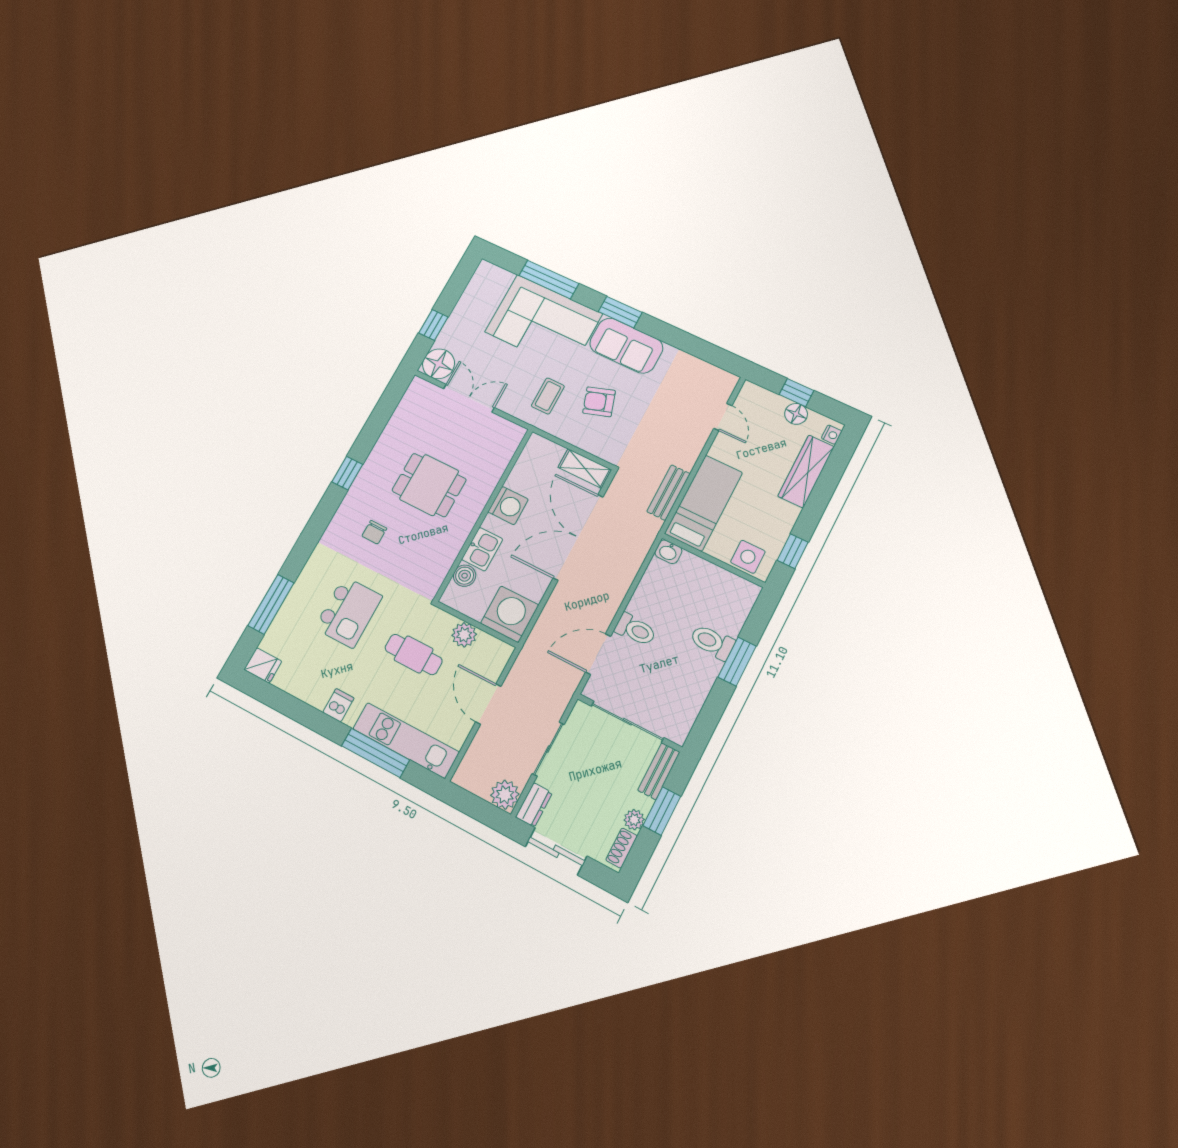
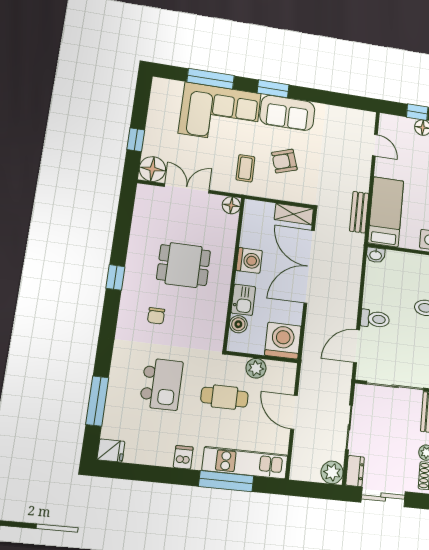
floor lamp: (513, 434) -> (231, 205), added

